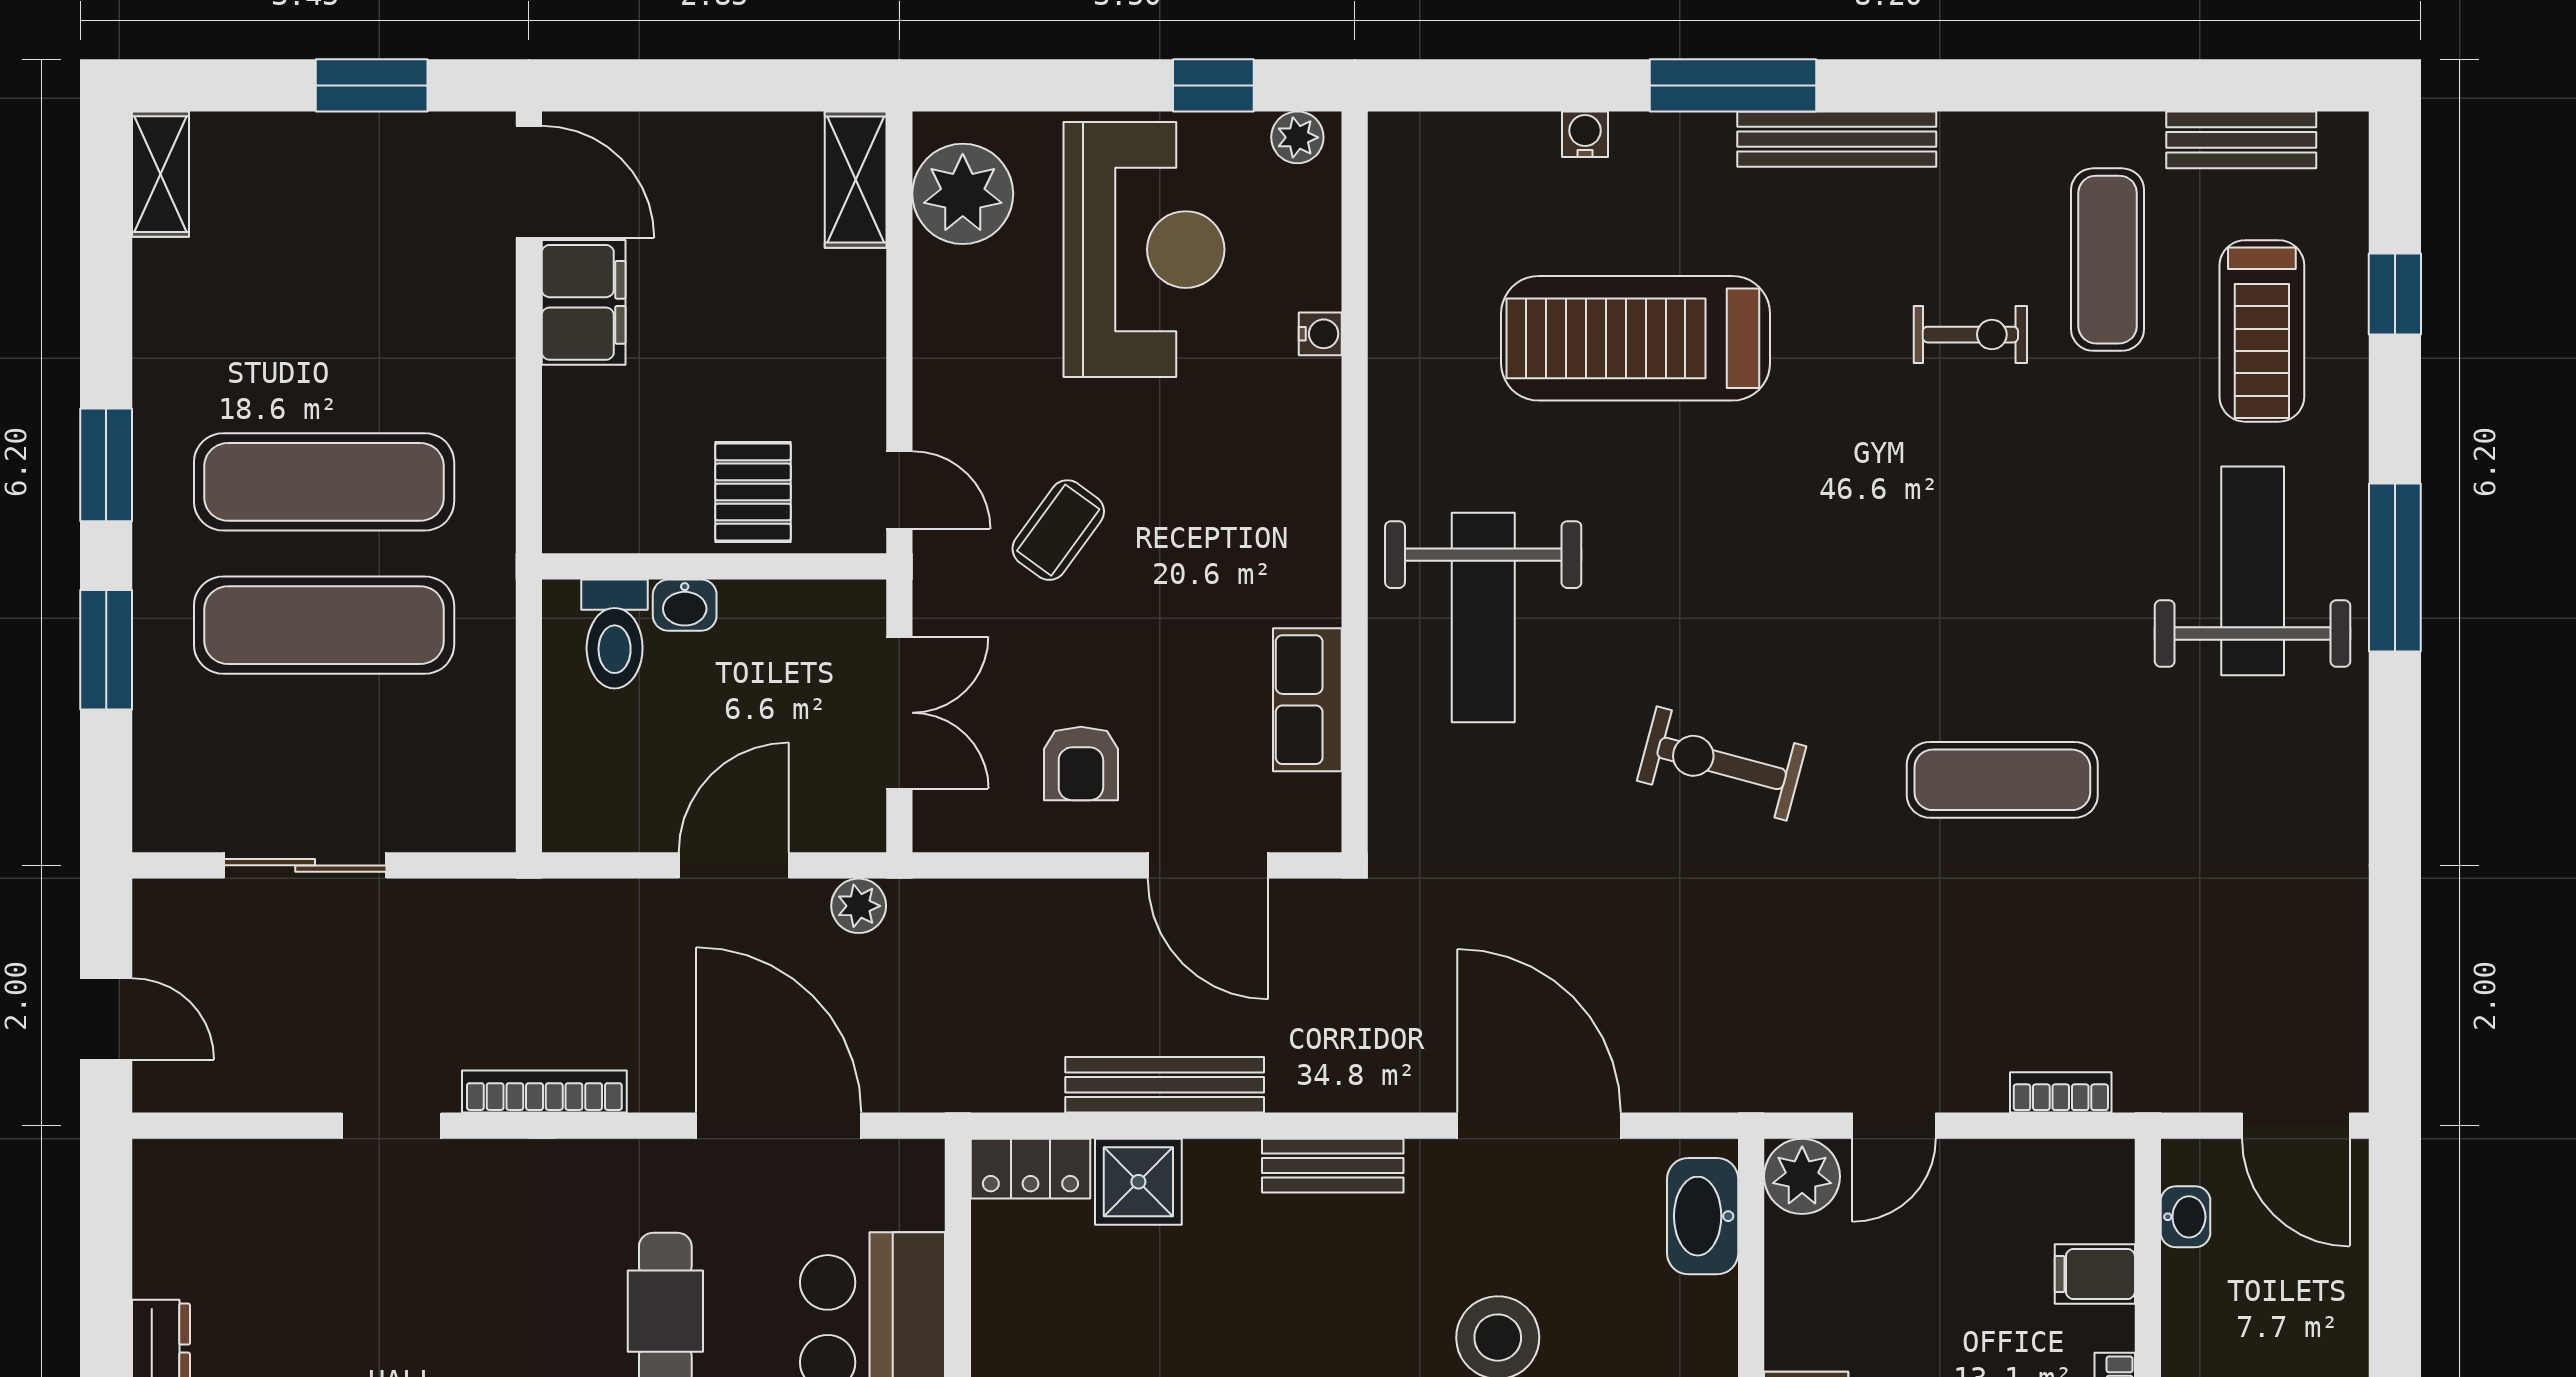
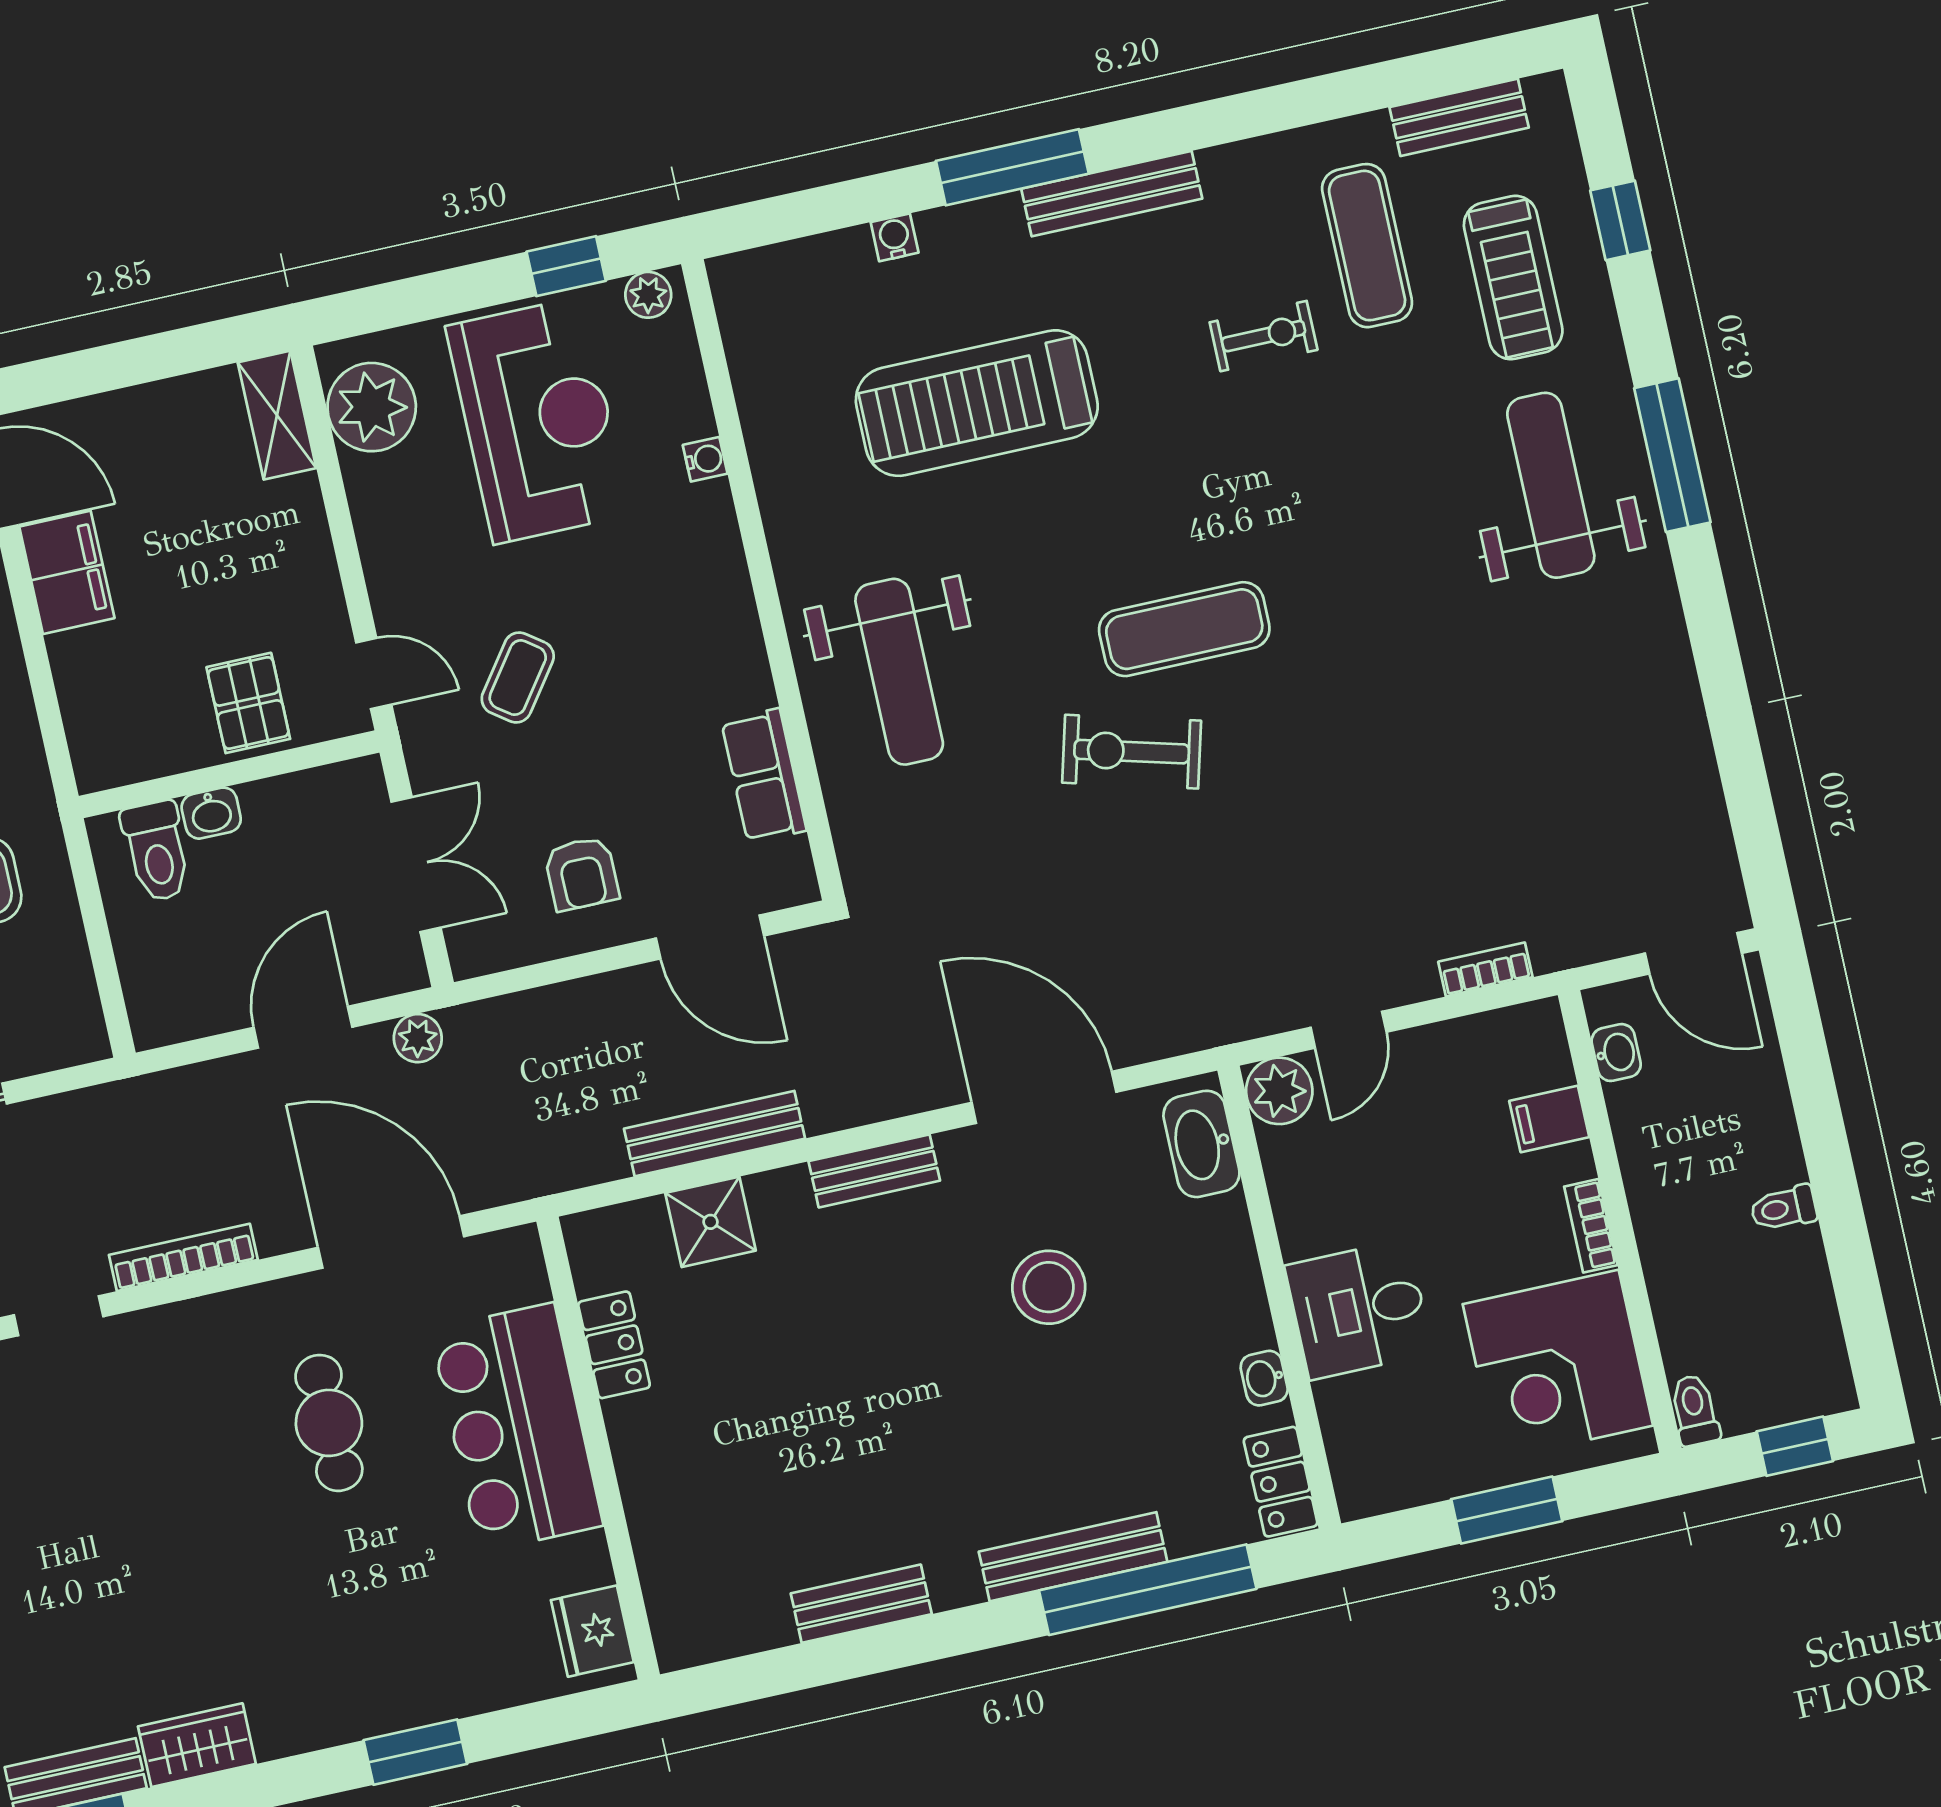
exercise mat: (2002, 780) -> (1184, 629), moved
locker: (1030, 1169) -> (614, 1345), moved, turned -90

